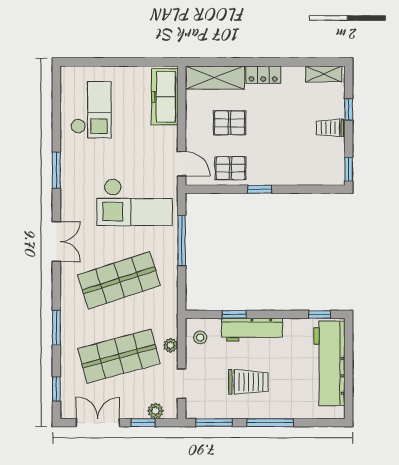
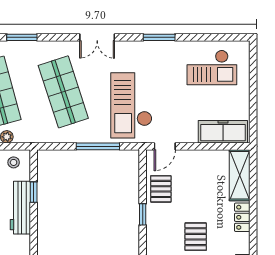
pallet: (229, 123) -> (196, 237), moved

